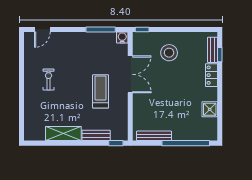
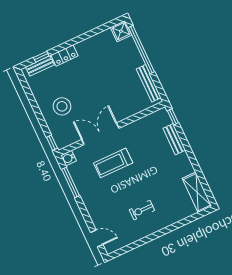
treadmill: (101, 91) -> (113, 163), moved
shower: (210, 109) -> (121, 31), moved
shelving: (63, 134) -> (197, 192), moved

